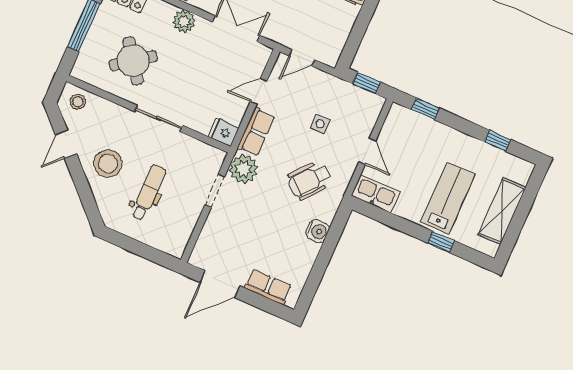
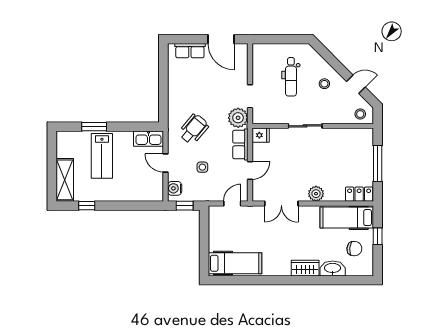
round table: (133, 61) -> (337, 155), removed
window: (425, 109) -> (141, 206), removed
door: (66, 144) -> (356, 84), hinge flipped
stool: (108, 163) -> (324, 84), width x0.53, depth x0.53
shelving: (502, 211) -> (65, 180), moved
water cooler: (318, 231) -> (175, 188), moved
window: (441, 242) -> (94, 127), width x1.50
door: (220, 284) -> (221, 39), swing flipped

